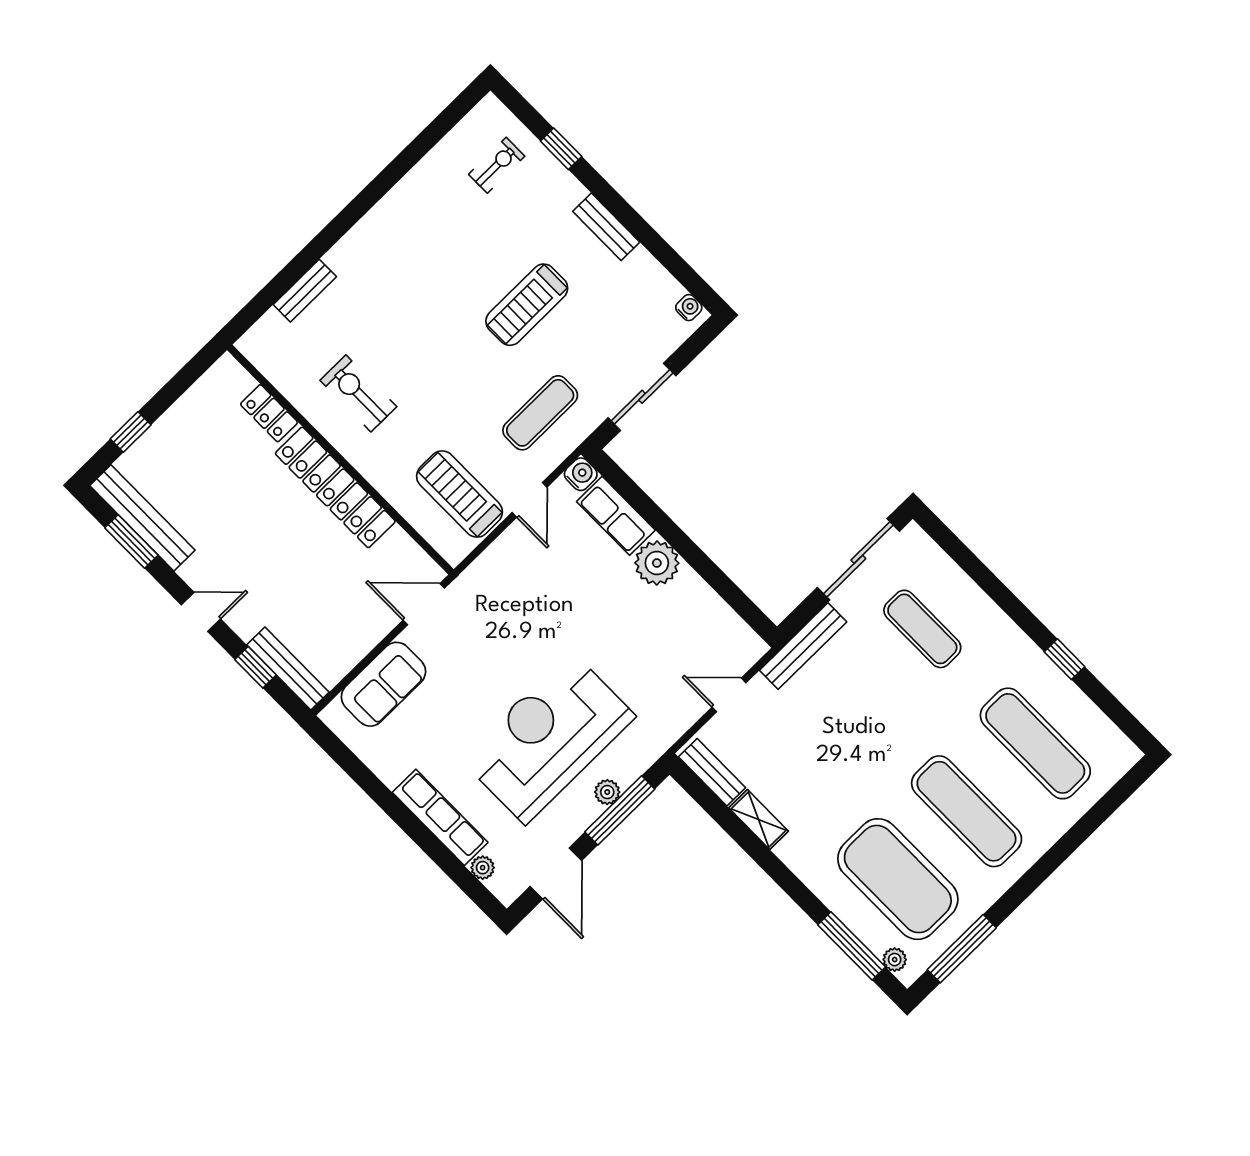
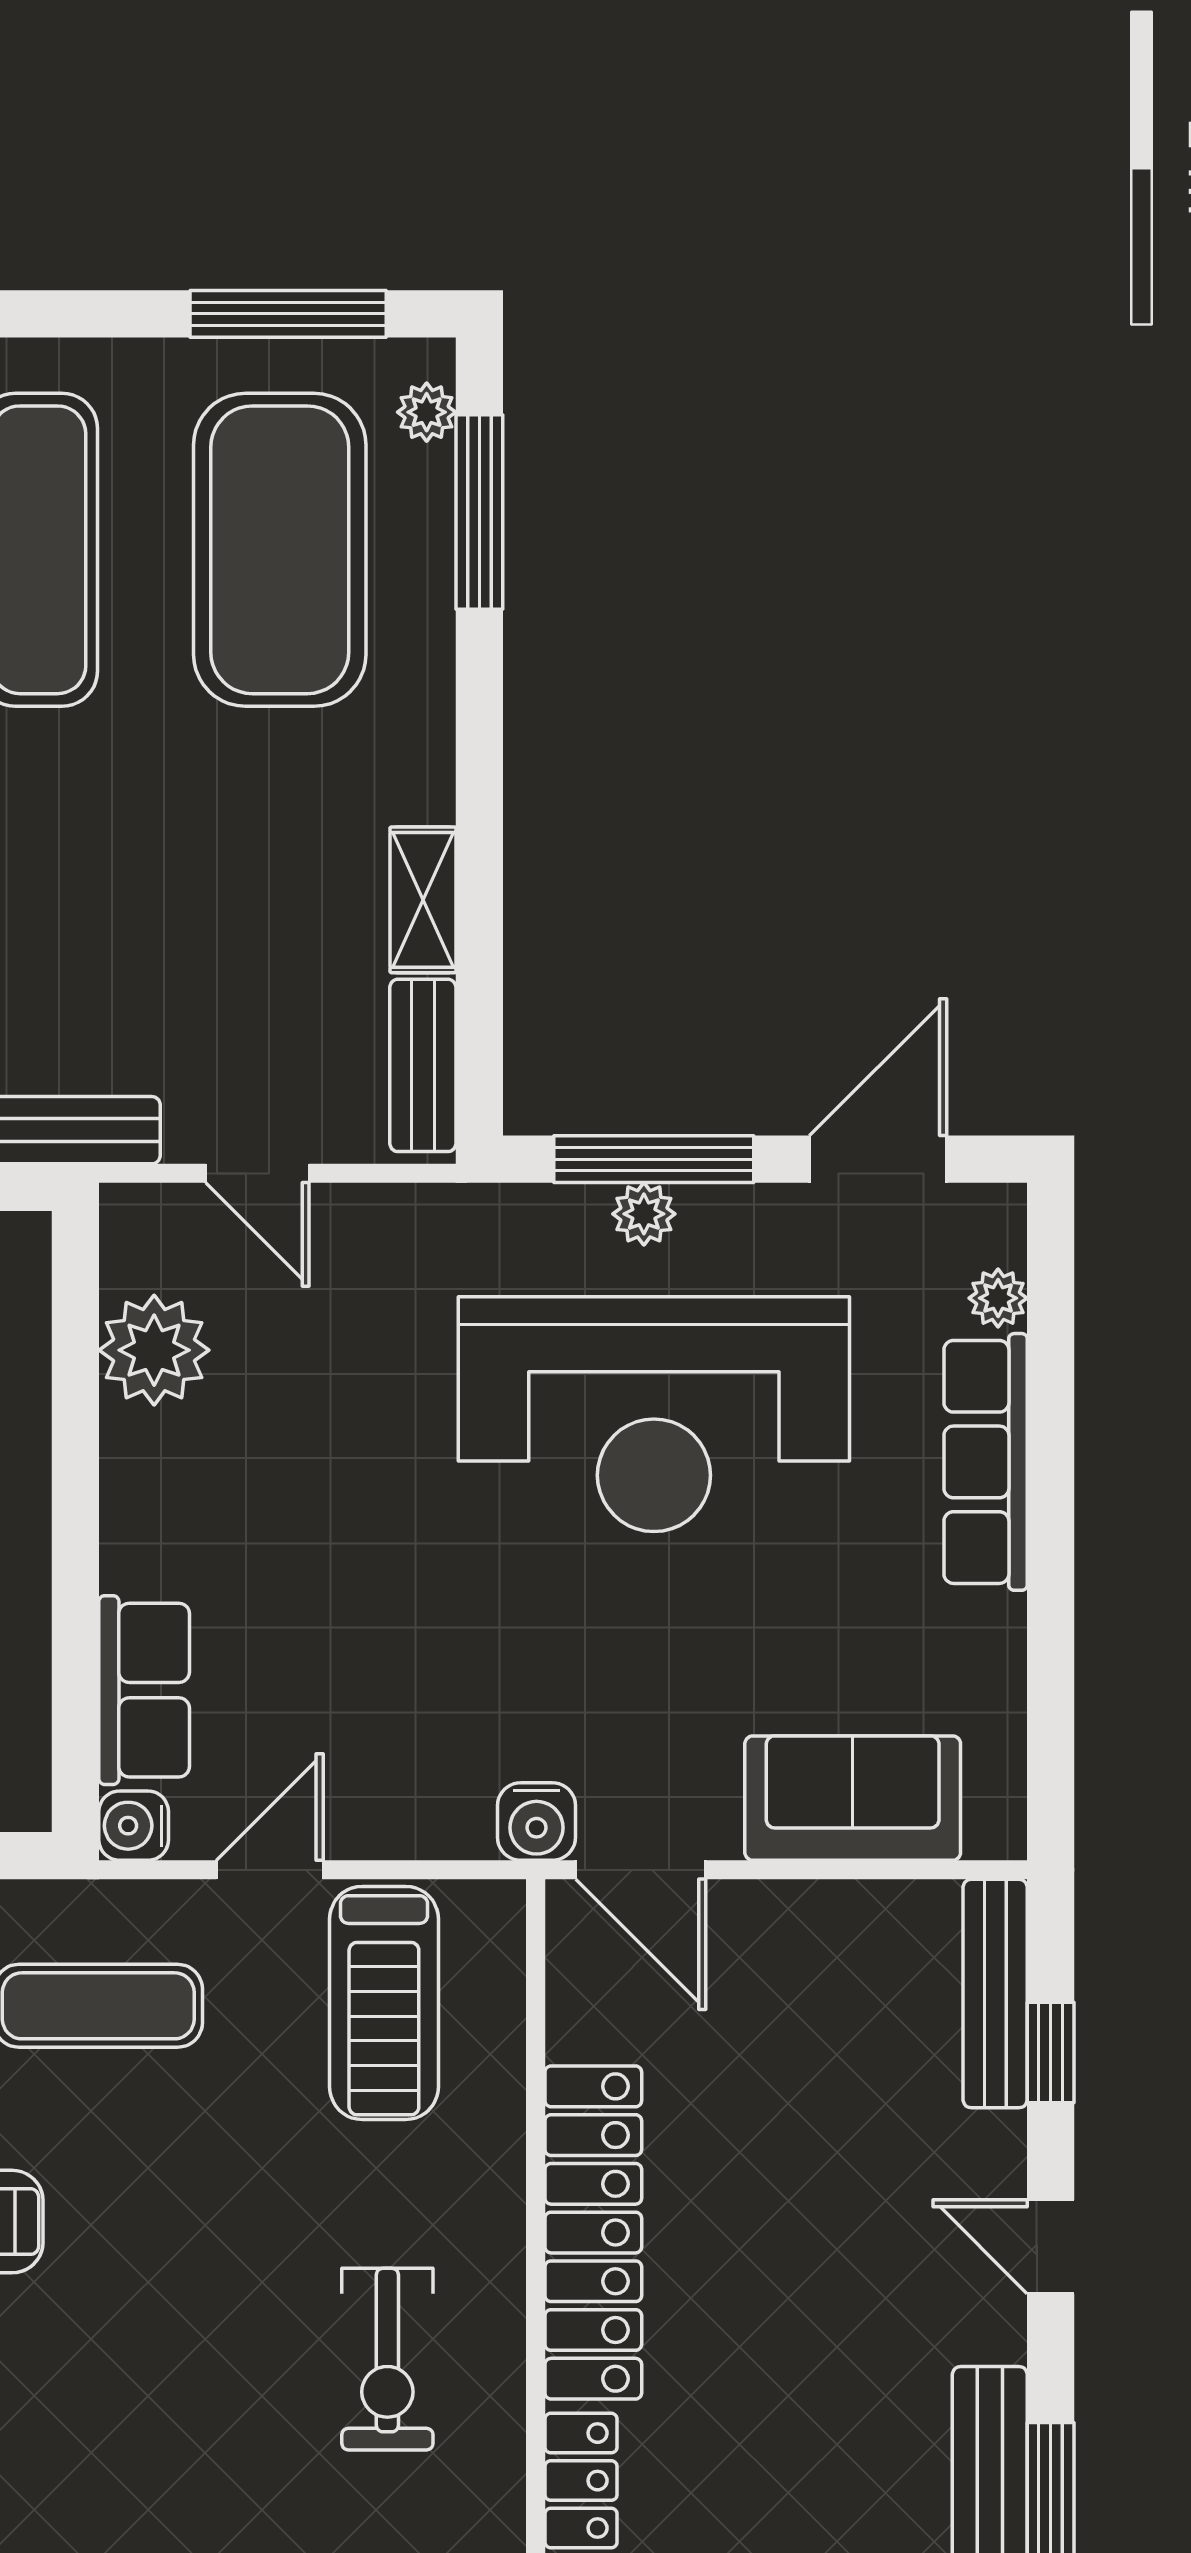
plant: (657, 563) -> (154, 1350), moved
water cooler: (467, 589) -> (536, 1821), added

